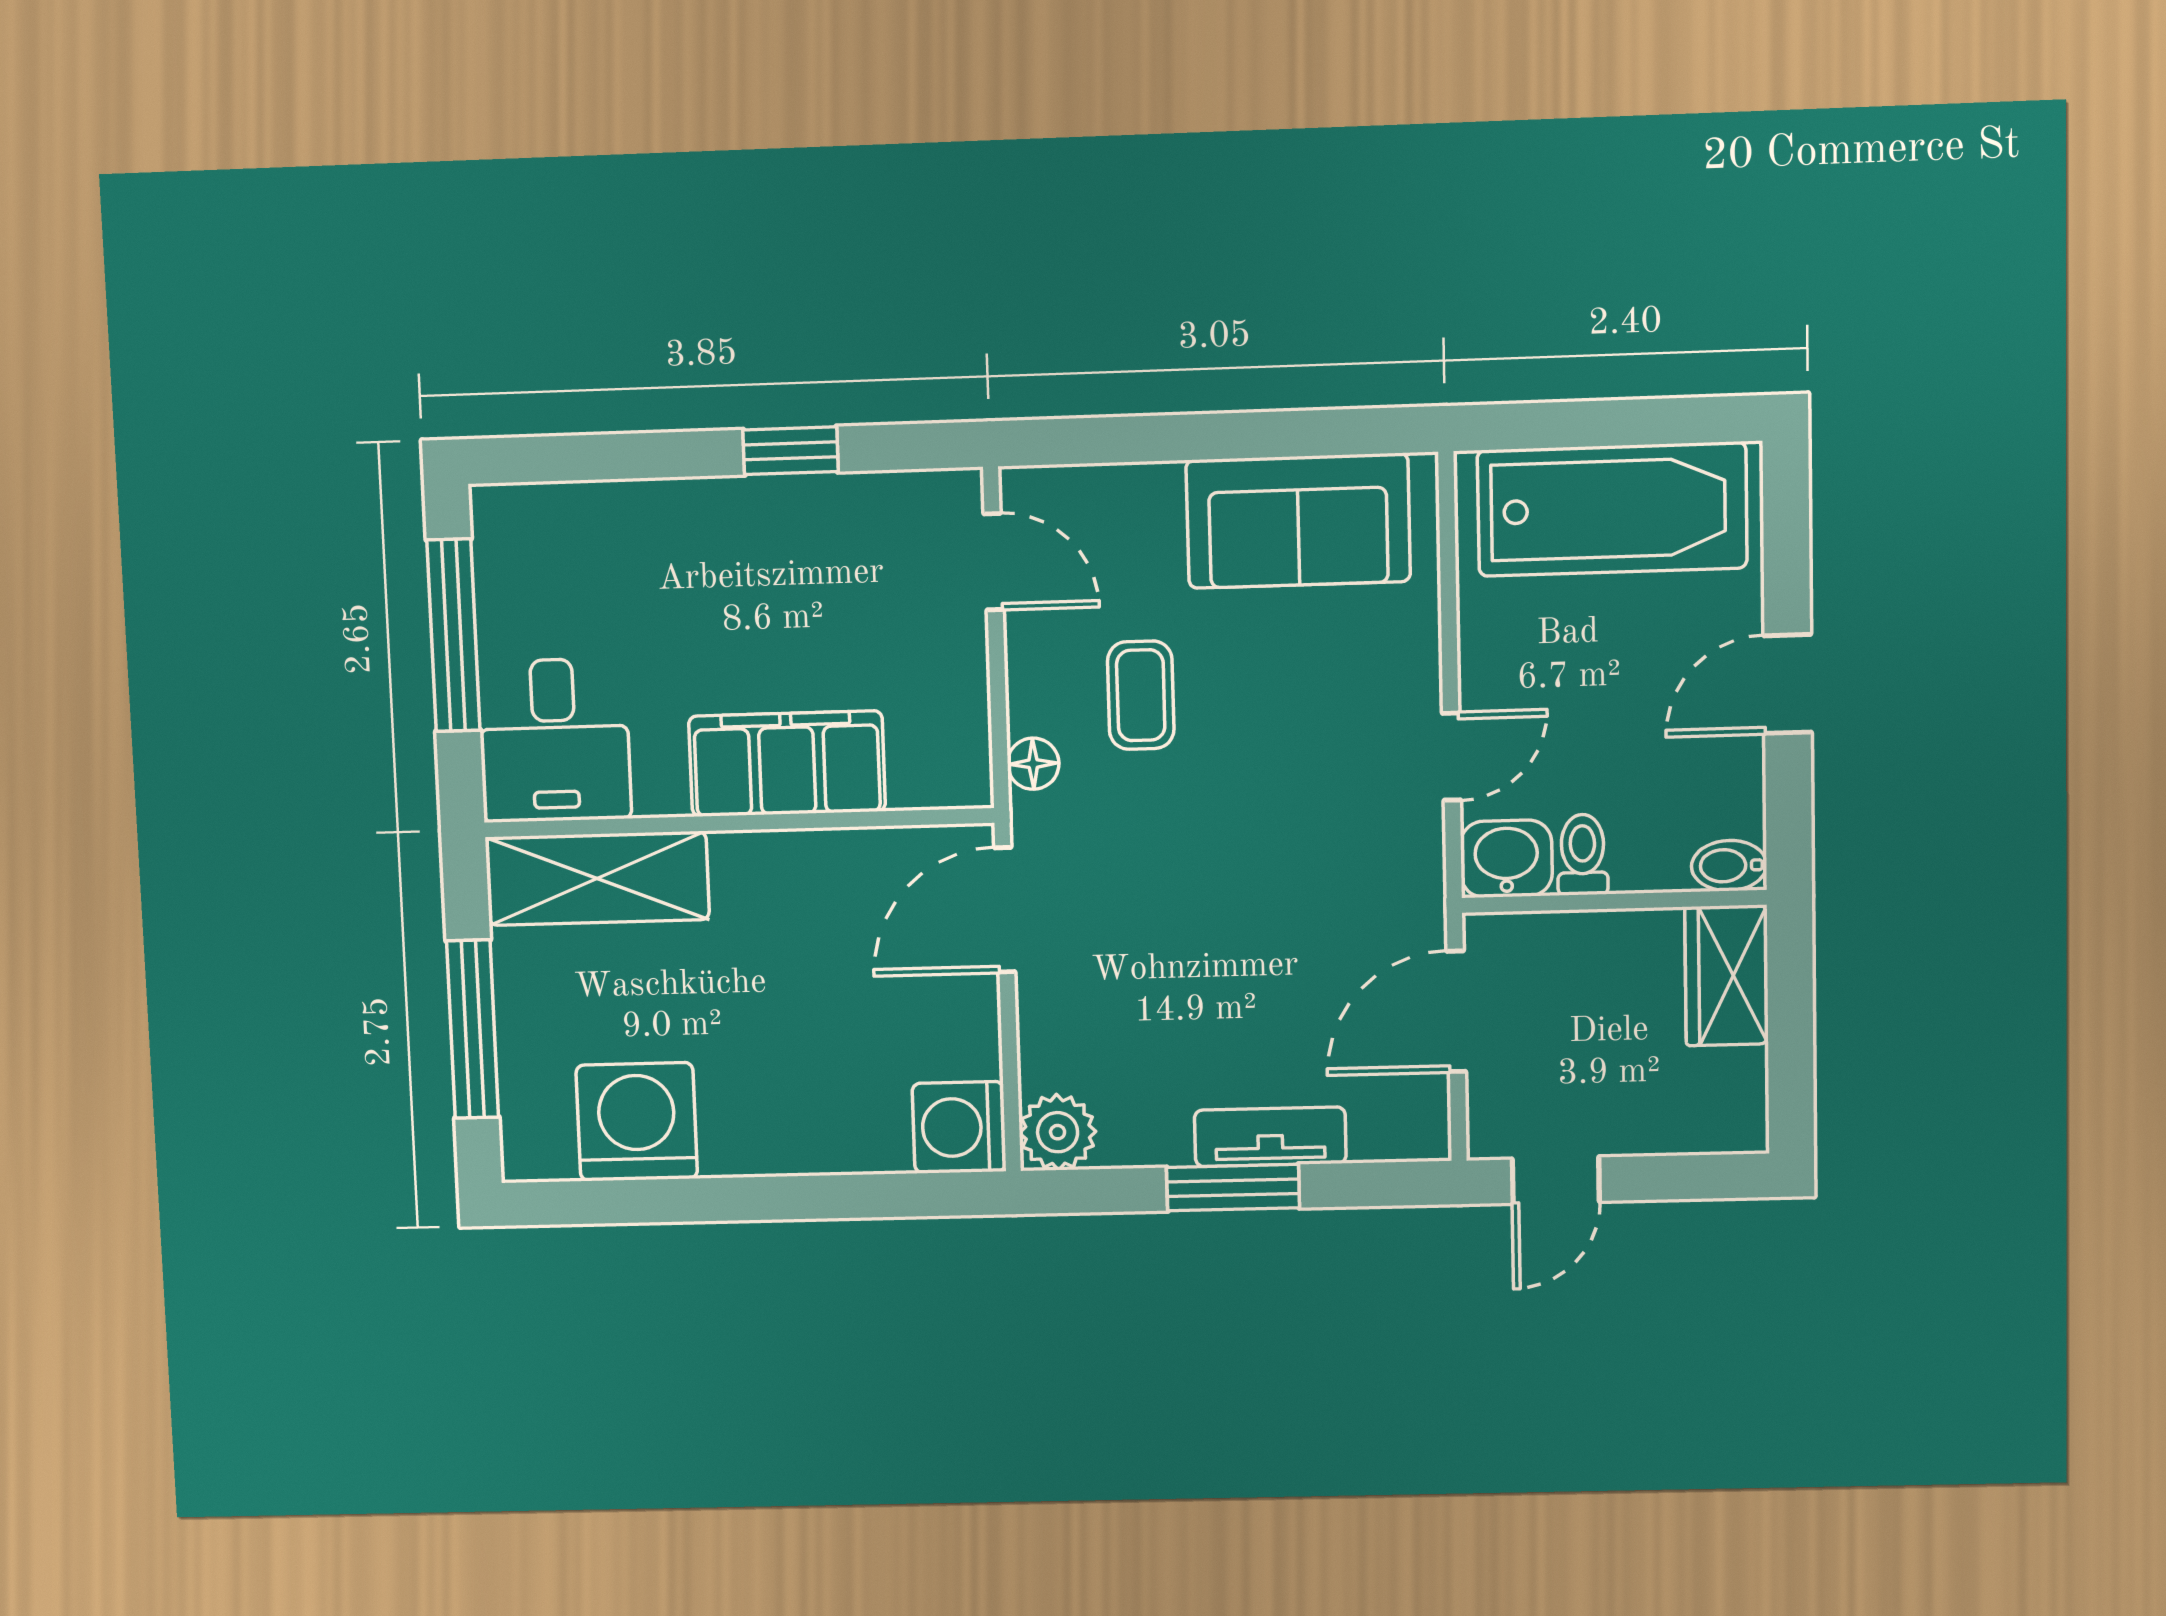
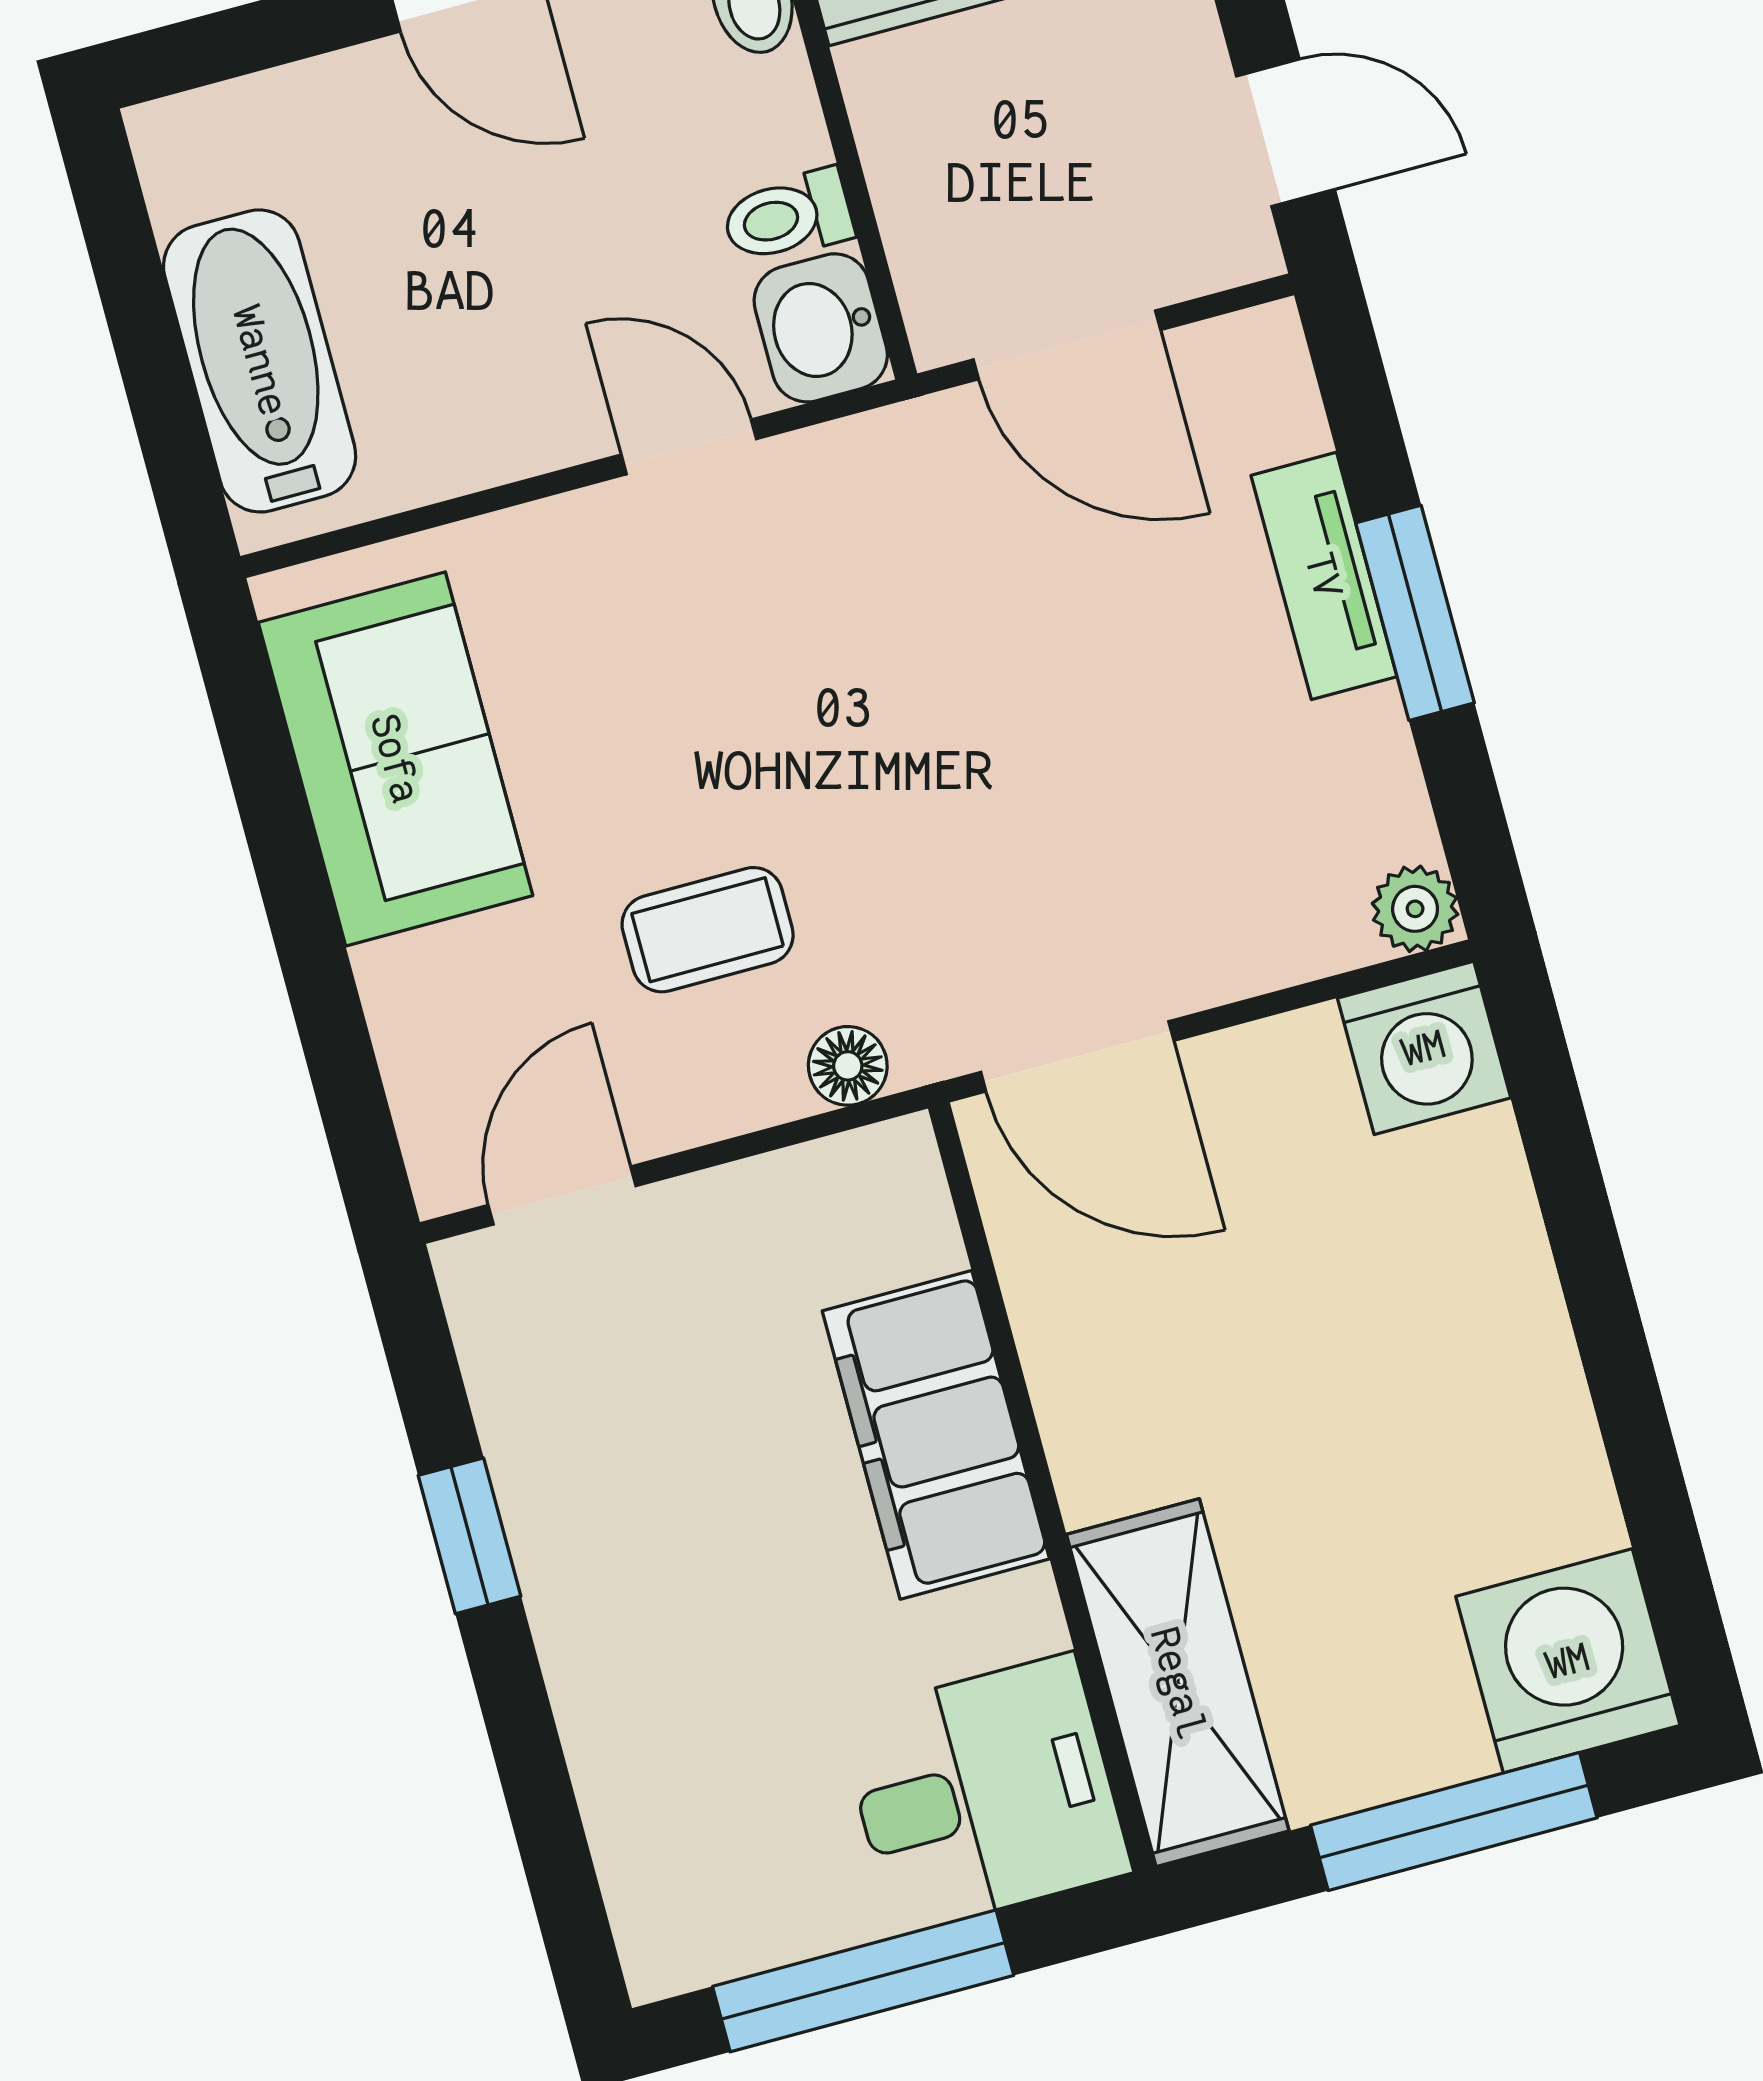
bathtub: (1612, 509) -> (260, 361), width x0.73, depth x0.73
washing machine: (637, 1122) -> (1568, 1661), moved, turned 90
plant: (1058, 1132) -> (1415, 909), width x0.73, depth x0.73

